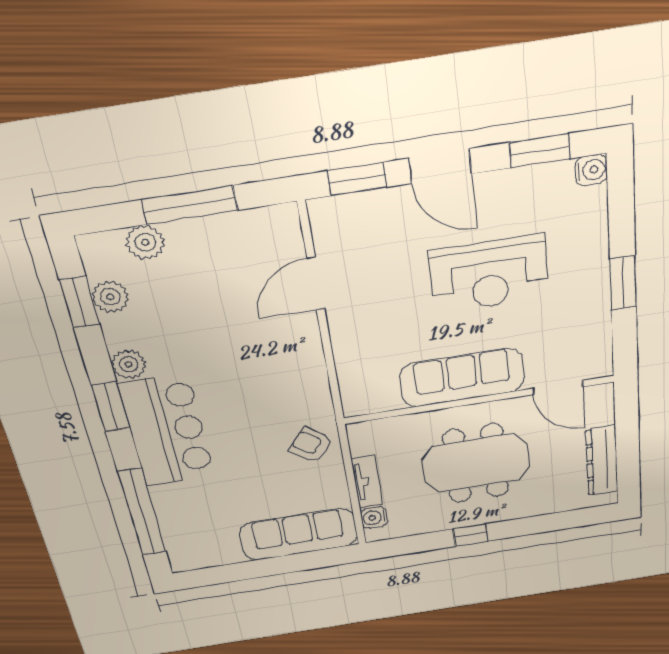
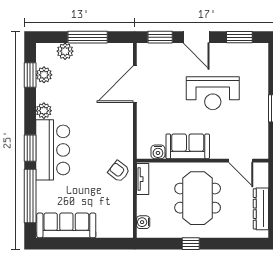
water cooler: (591, 170) -> (158, 152), moved, turned 90
door: (316, 284) -> (135, 84), width x1.36
sofa: (462, 378) -> (188, 146), width x0.73
window: (111, 407) -> (30, 148), moved
meeting table: (476, 463) -> (198, 198), turned 90
tv unit: (367, 481) -> (143, 179), moved
sofa: (299, 534) -> (66, 225), moved

